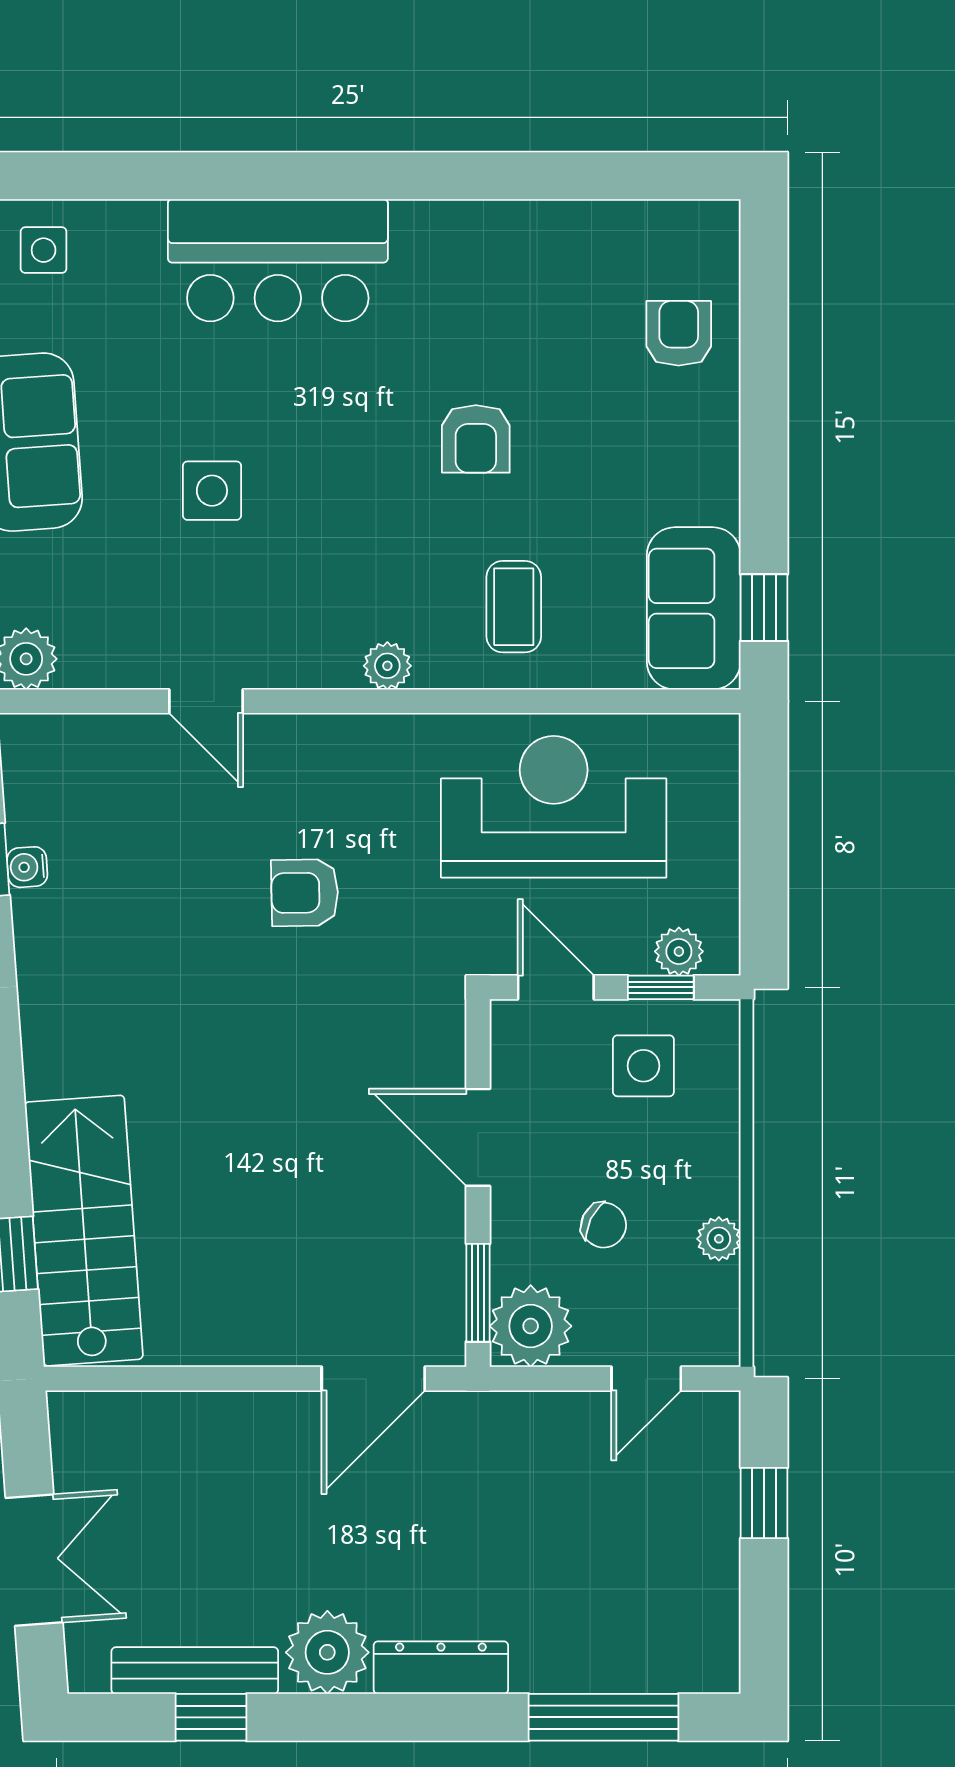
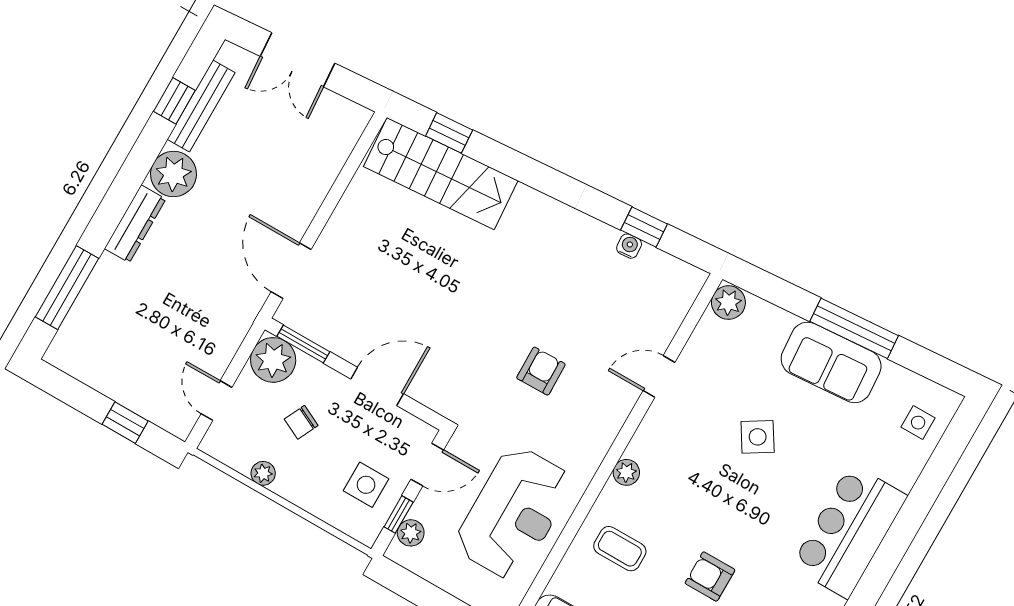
side table: (212, 491) -> (758, 437), turned -32

